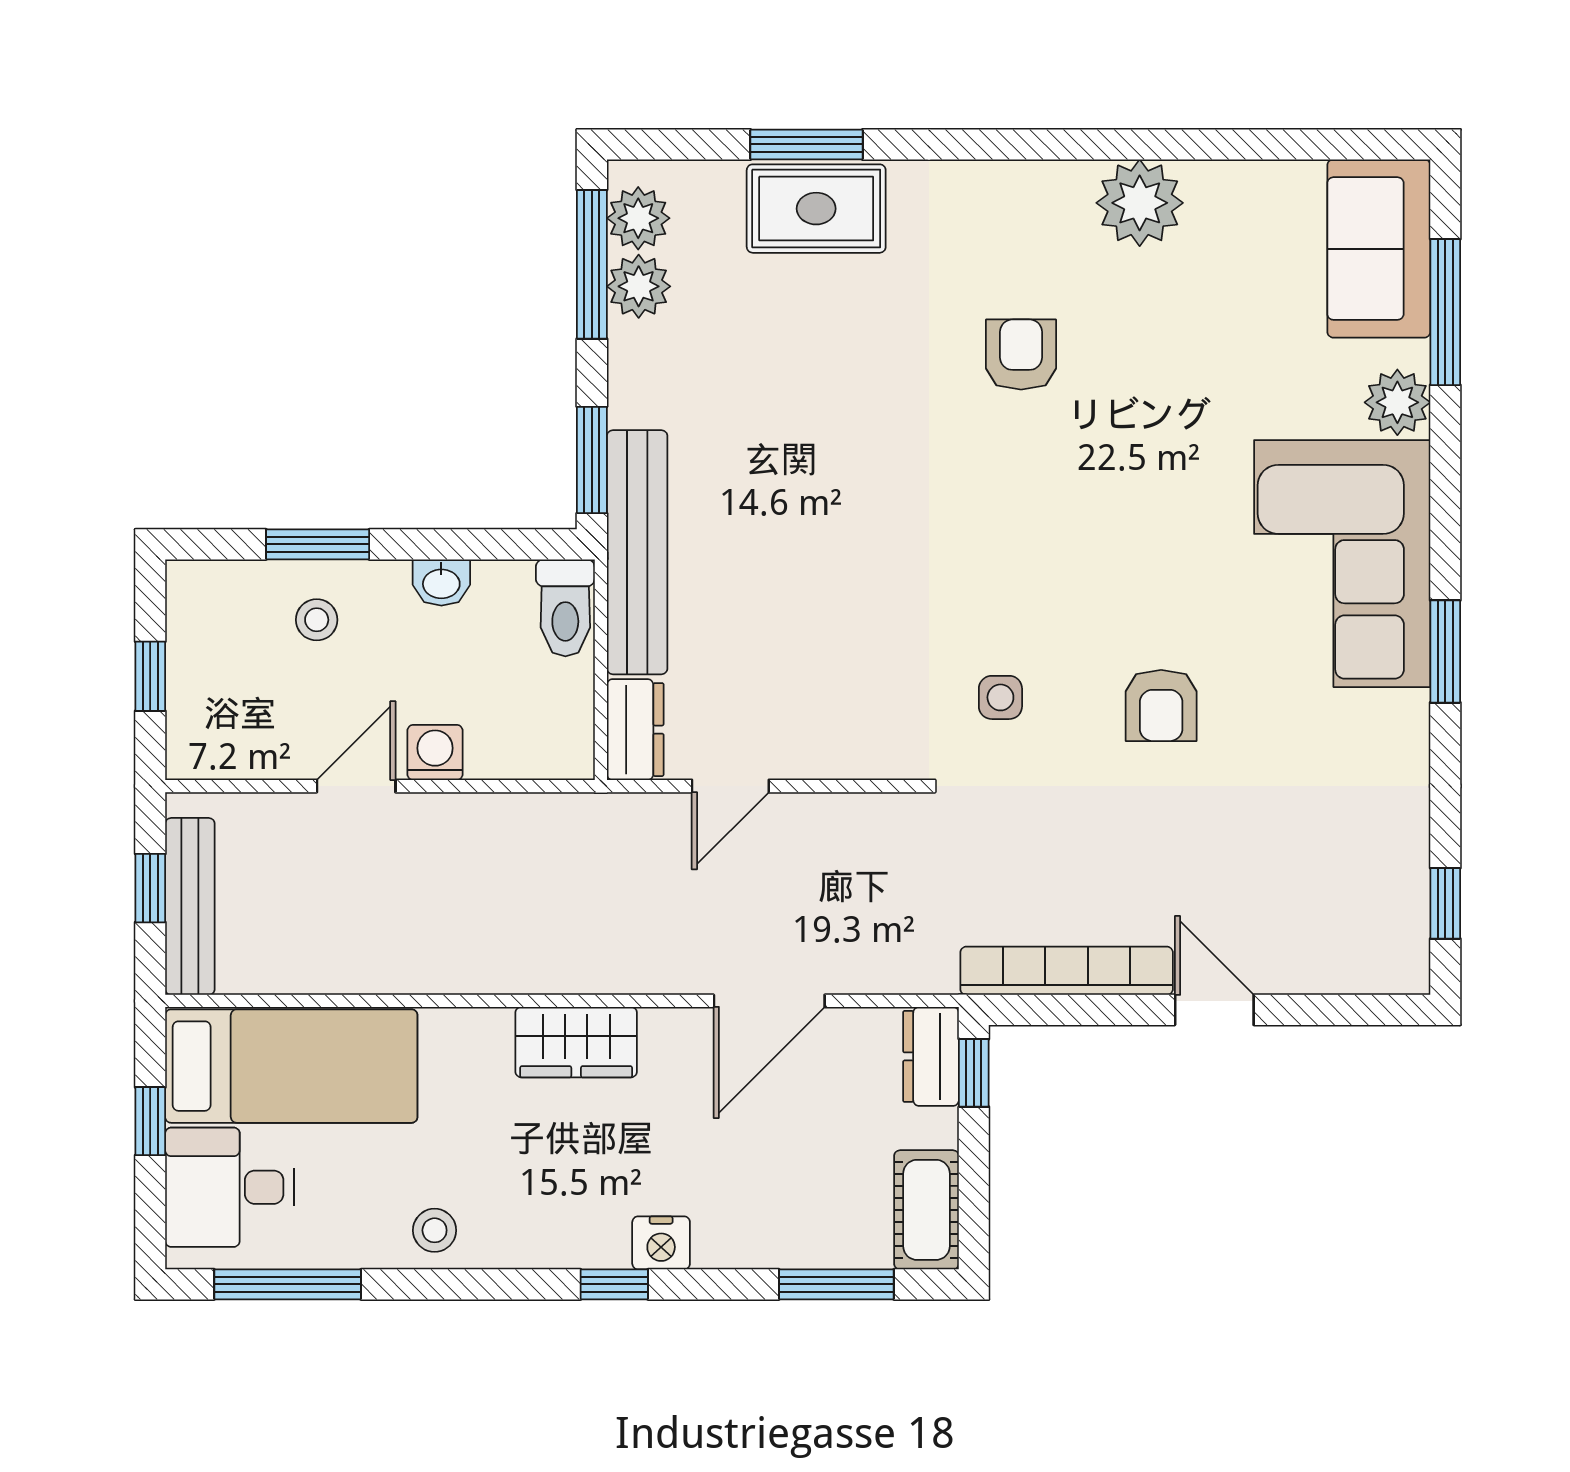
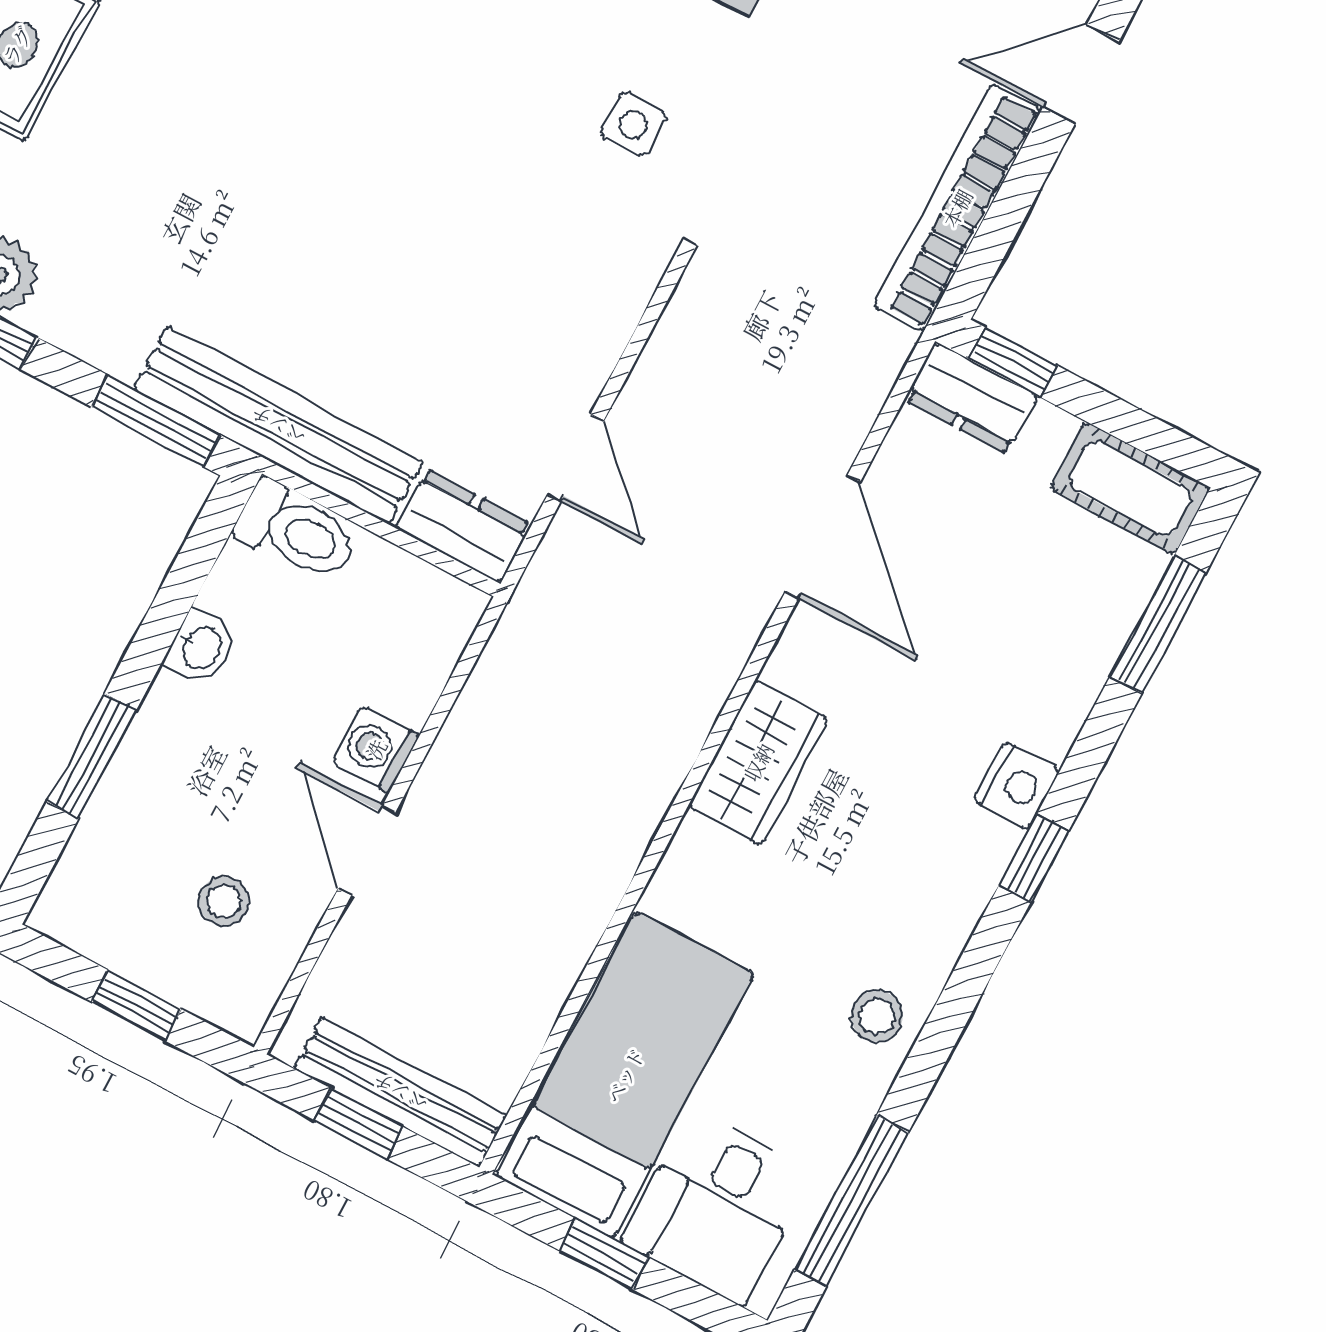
stool: (317, 620) -> (224, 901), moved

